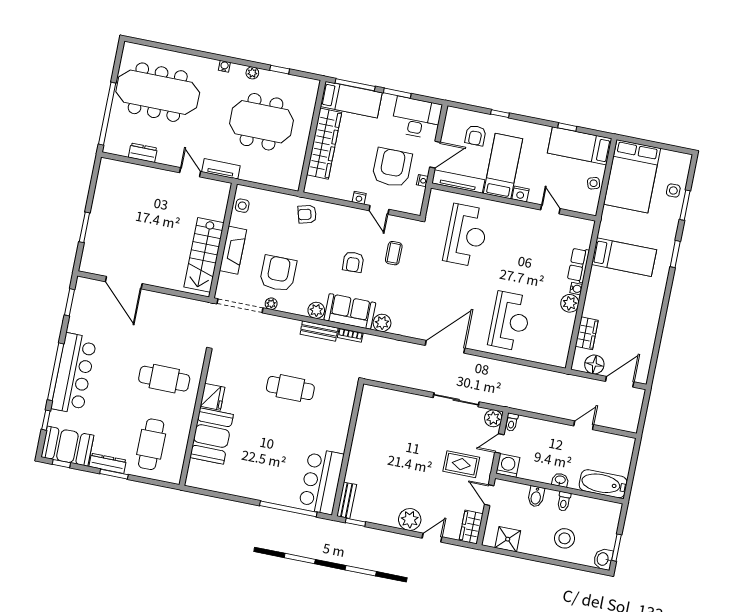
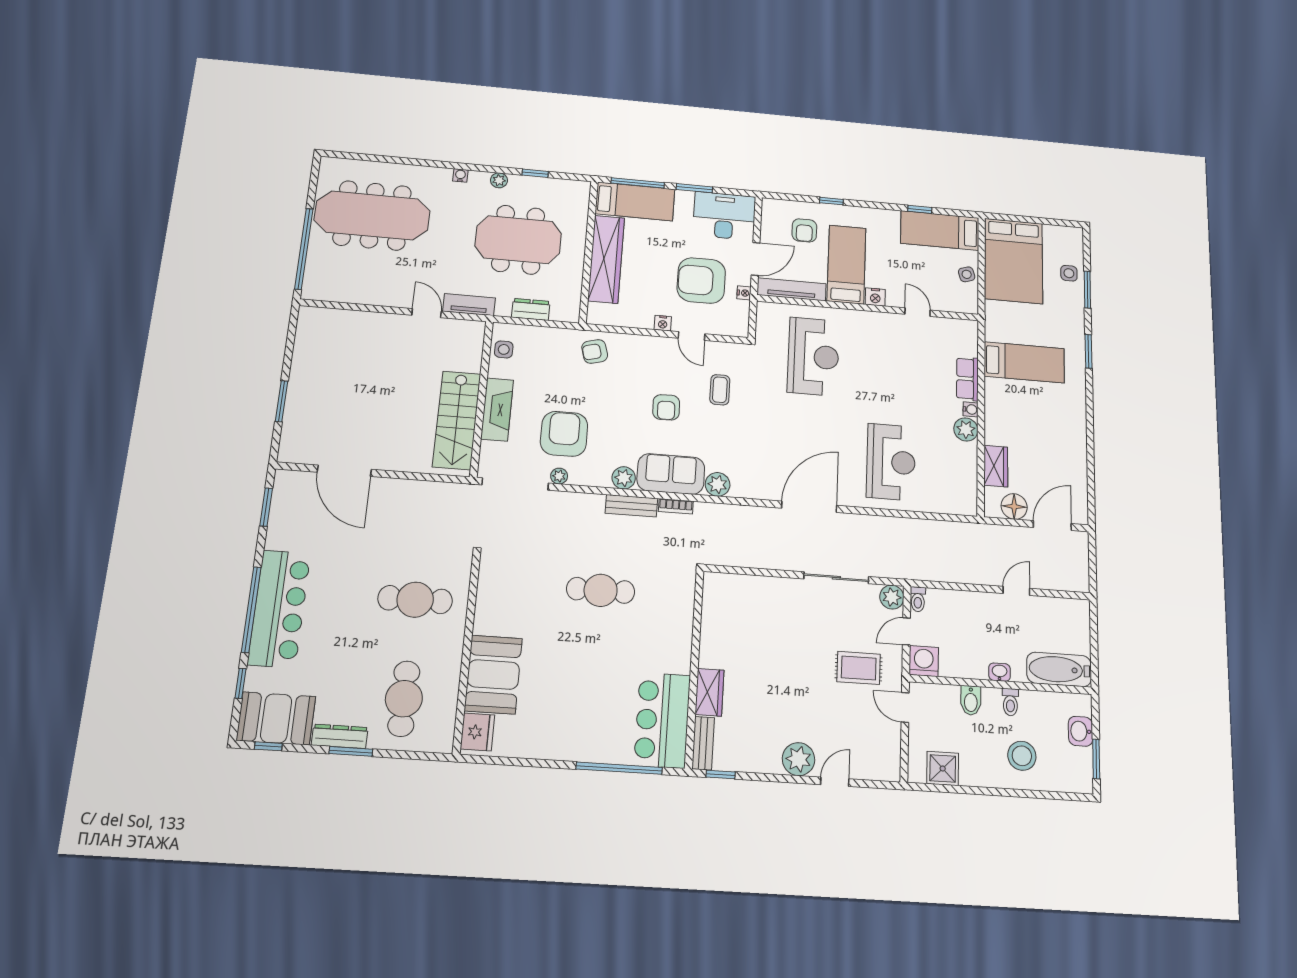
dresser: (143, 153) -> (531, 309), moved
armchair: (392, 168) -> (701, 280), turned -90
fridge: (212, 397) -> (477, 732), moved
wardrobe: (471, 527) -> (709, 692), moved, turned 180
washbasin: (603, 559) -> (1080, 731), moved

